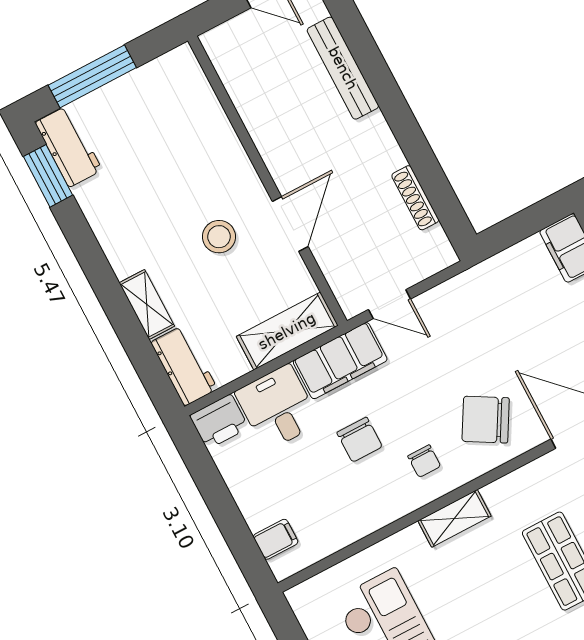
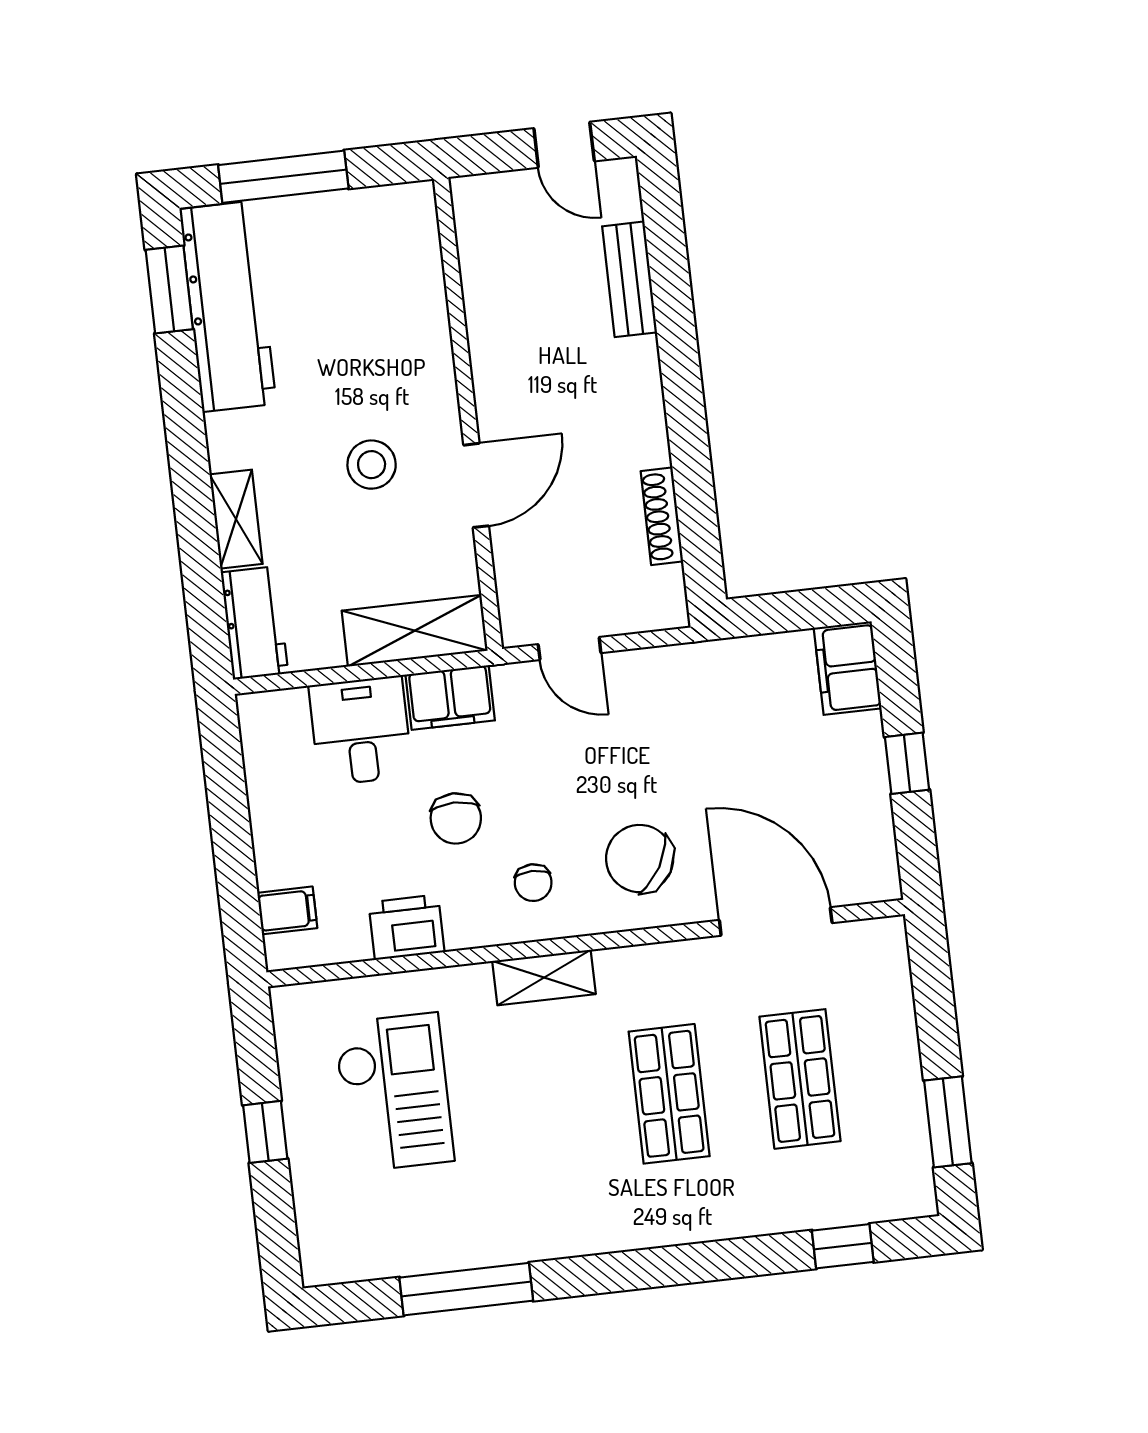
bench: (343, 68) -> (630, 279), width x0.73
workbench: (69, 146) -> (228, 306), width x1.88, depth x1.32
filing cabinet: (340, 361) -> (450, 697), width x0.67, depth x0.86
printer: (219, 422) -> (406, 927), moved, turned 180

